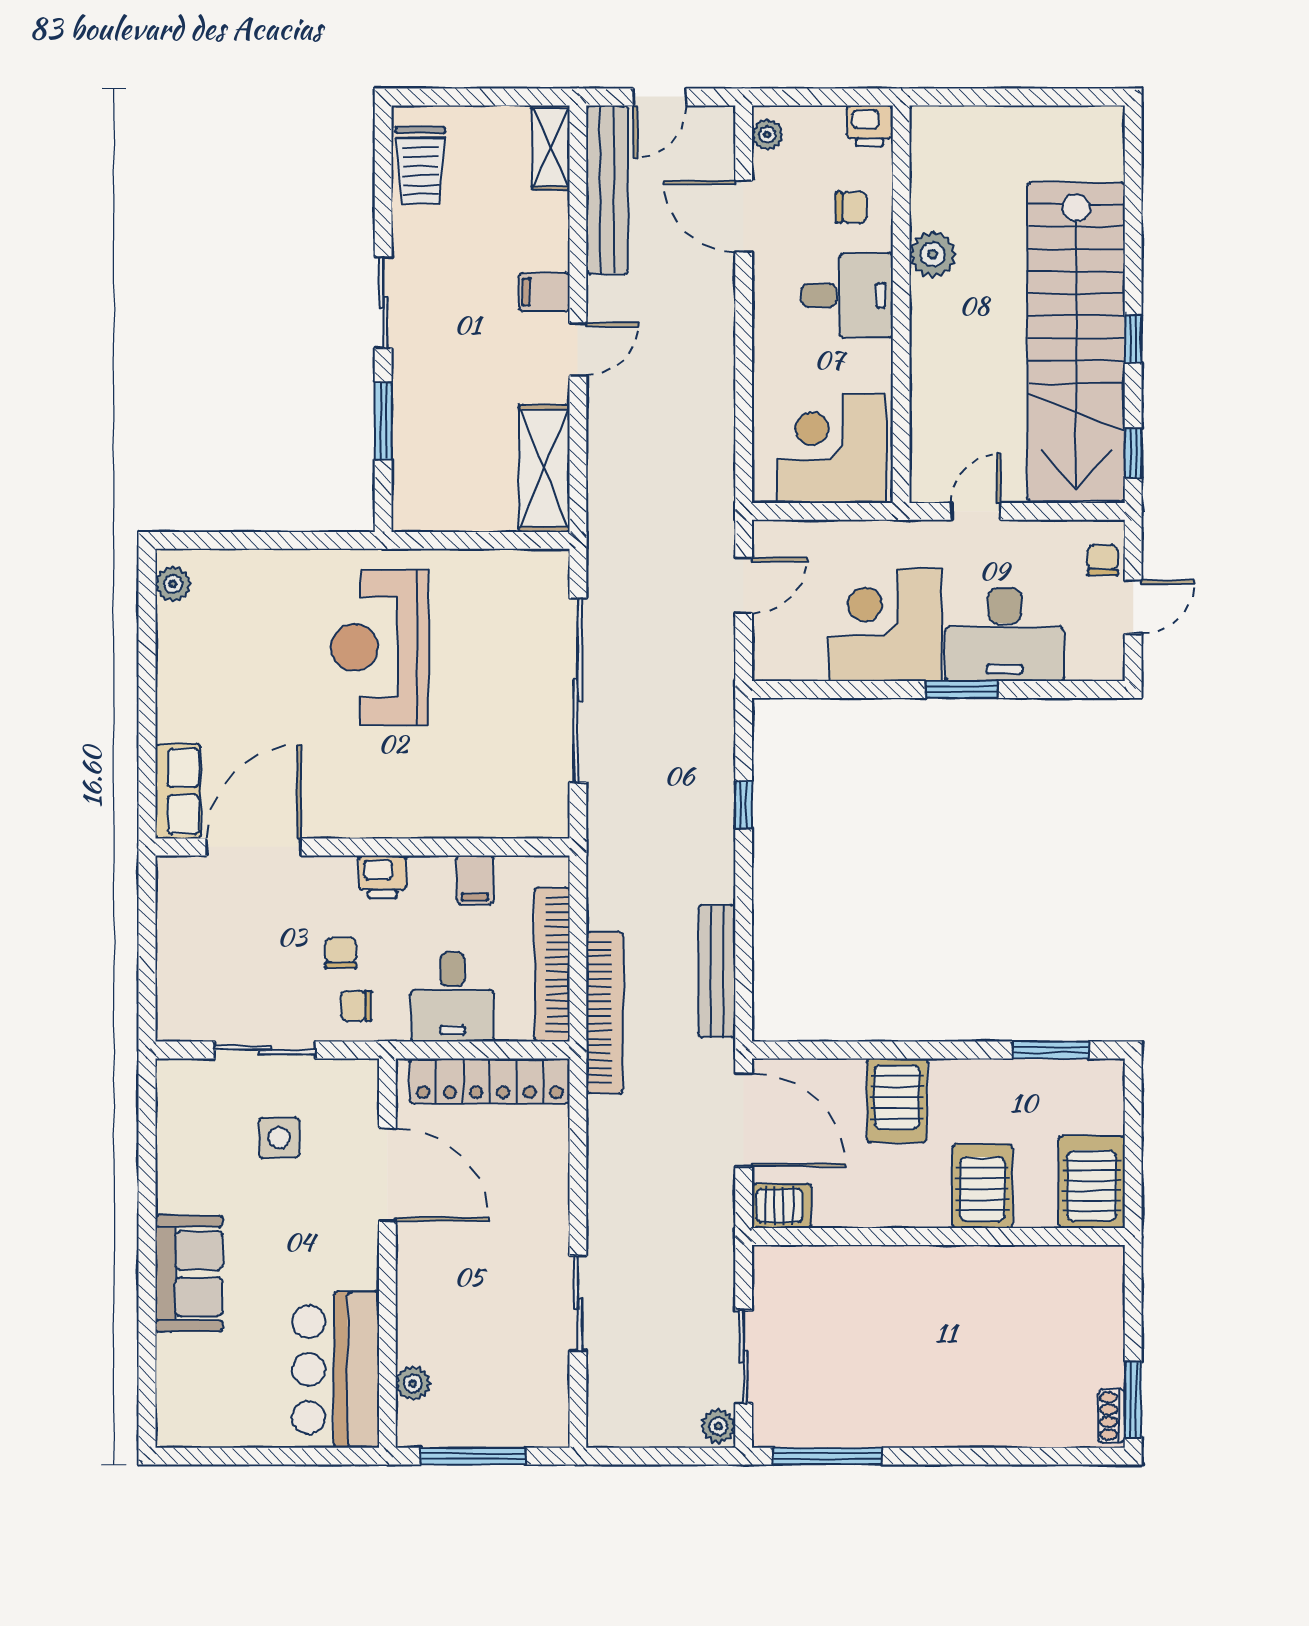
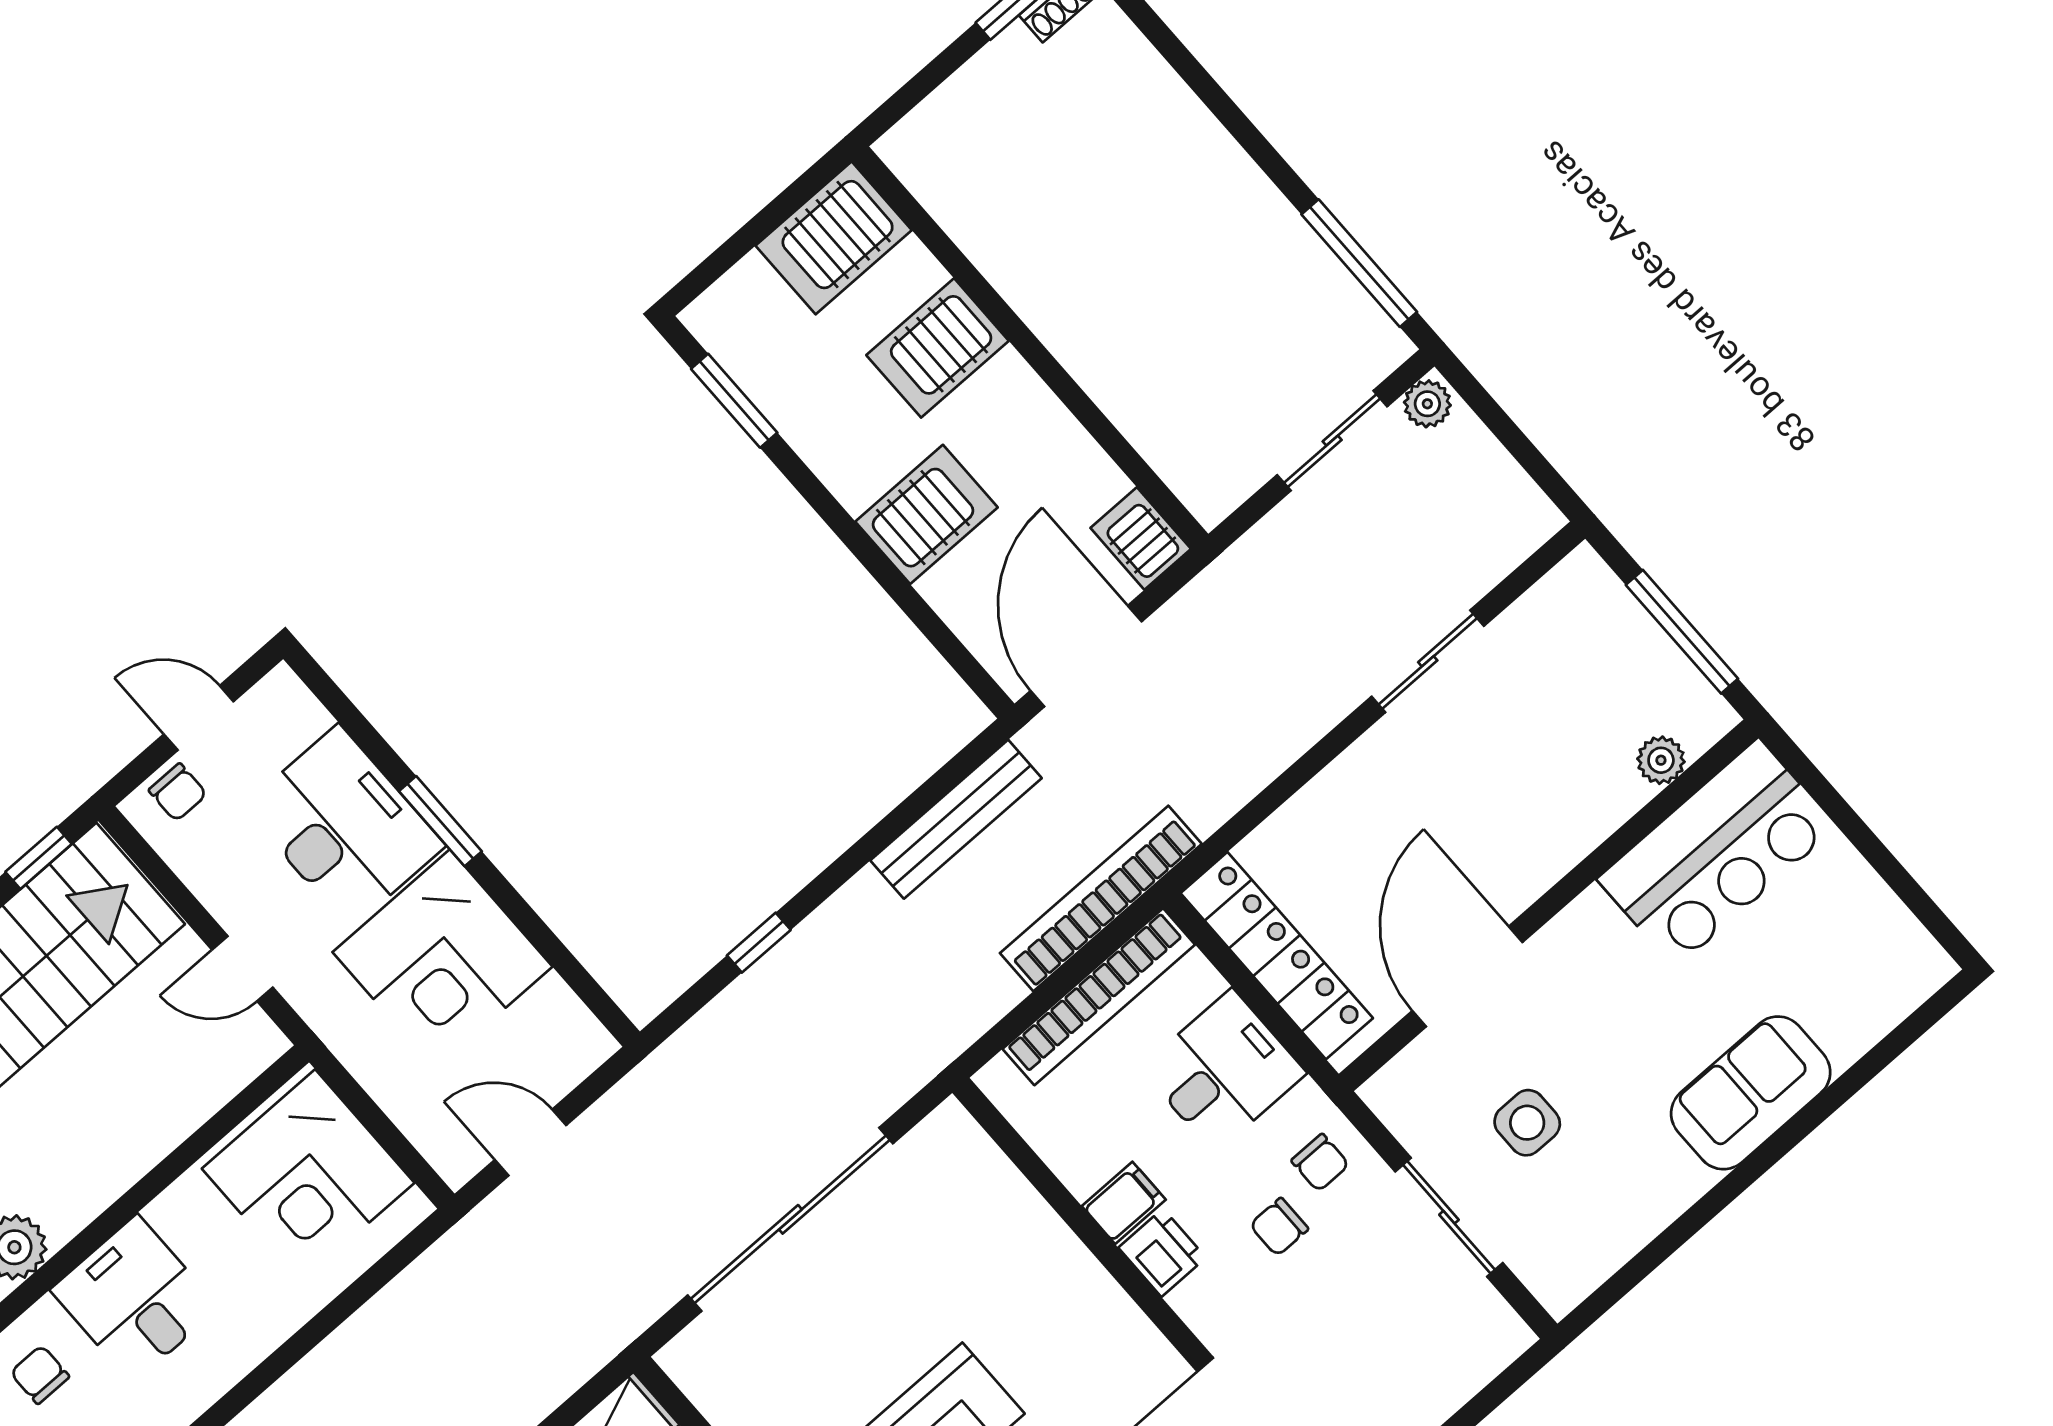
chair: (1103, 560) -> (178, 792), turned -90
filing cabinet: (475, 880) -> (1124, 1203), moved

